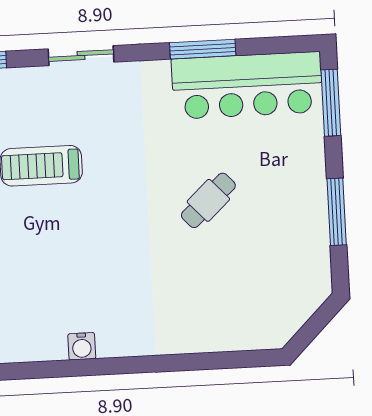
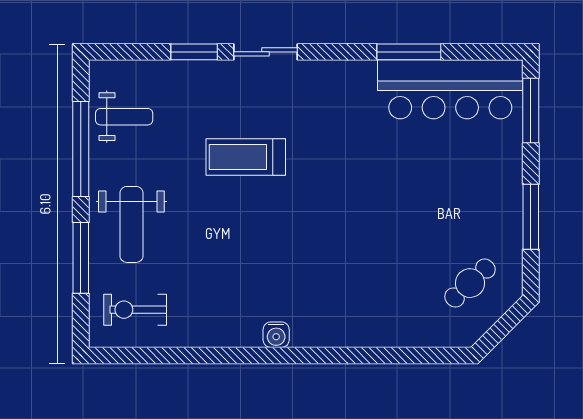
sliding door: (81, 56) -> (265, 52), moved
cafe table: (208, 200) -> (470, 283), moved

